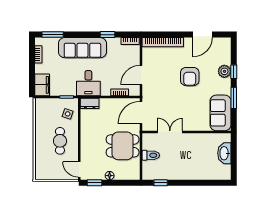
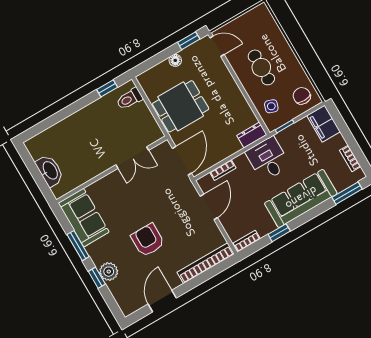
chair: (46, 109) -> (302, 96), added
toilet: (151, 155) -> (130, 99), moved

